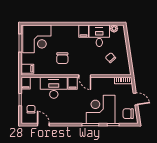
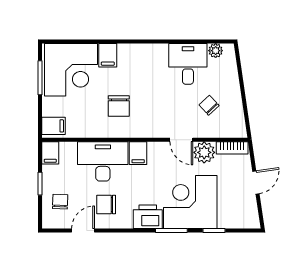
filing cabinet: (84, 31) -> (108, 55), moved
door: (85, 76) -> (181, 140), moved
plant: (108, 83) -> (204, 152), added
door: (136, 99) -> (256, 182), hinge flipped
chair: (128, 114) -> (106, 205), moved
printer: (78, 117) -> (148, 217), added
door: (43, 125) -> (83, 231), hinge flipped

